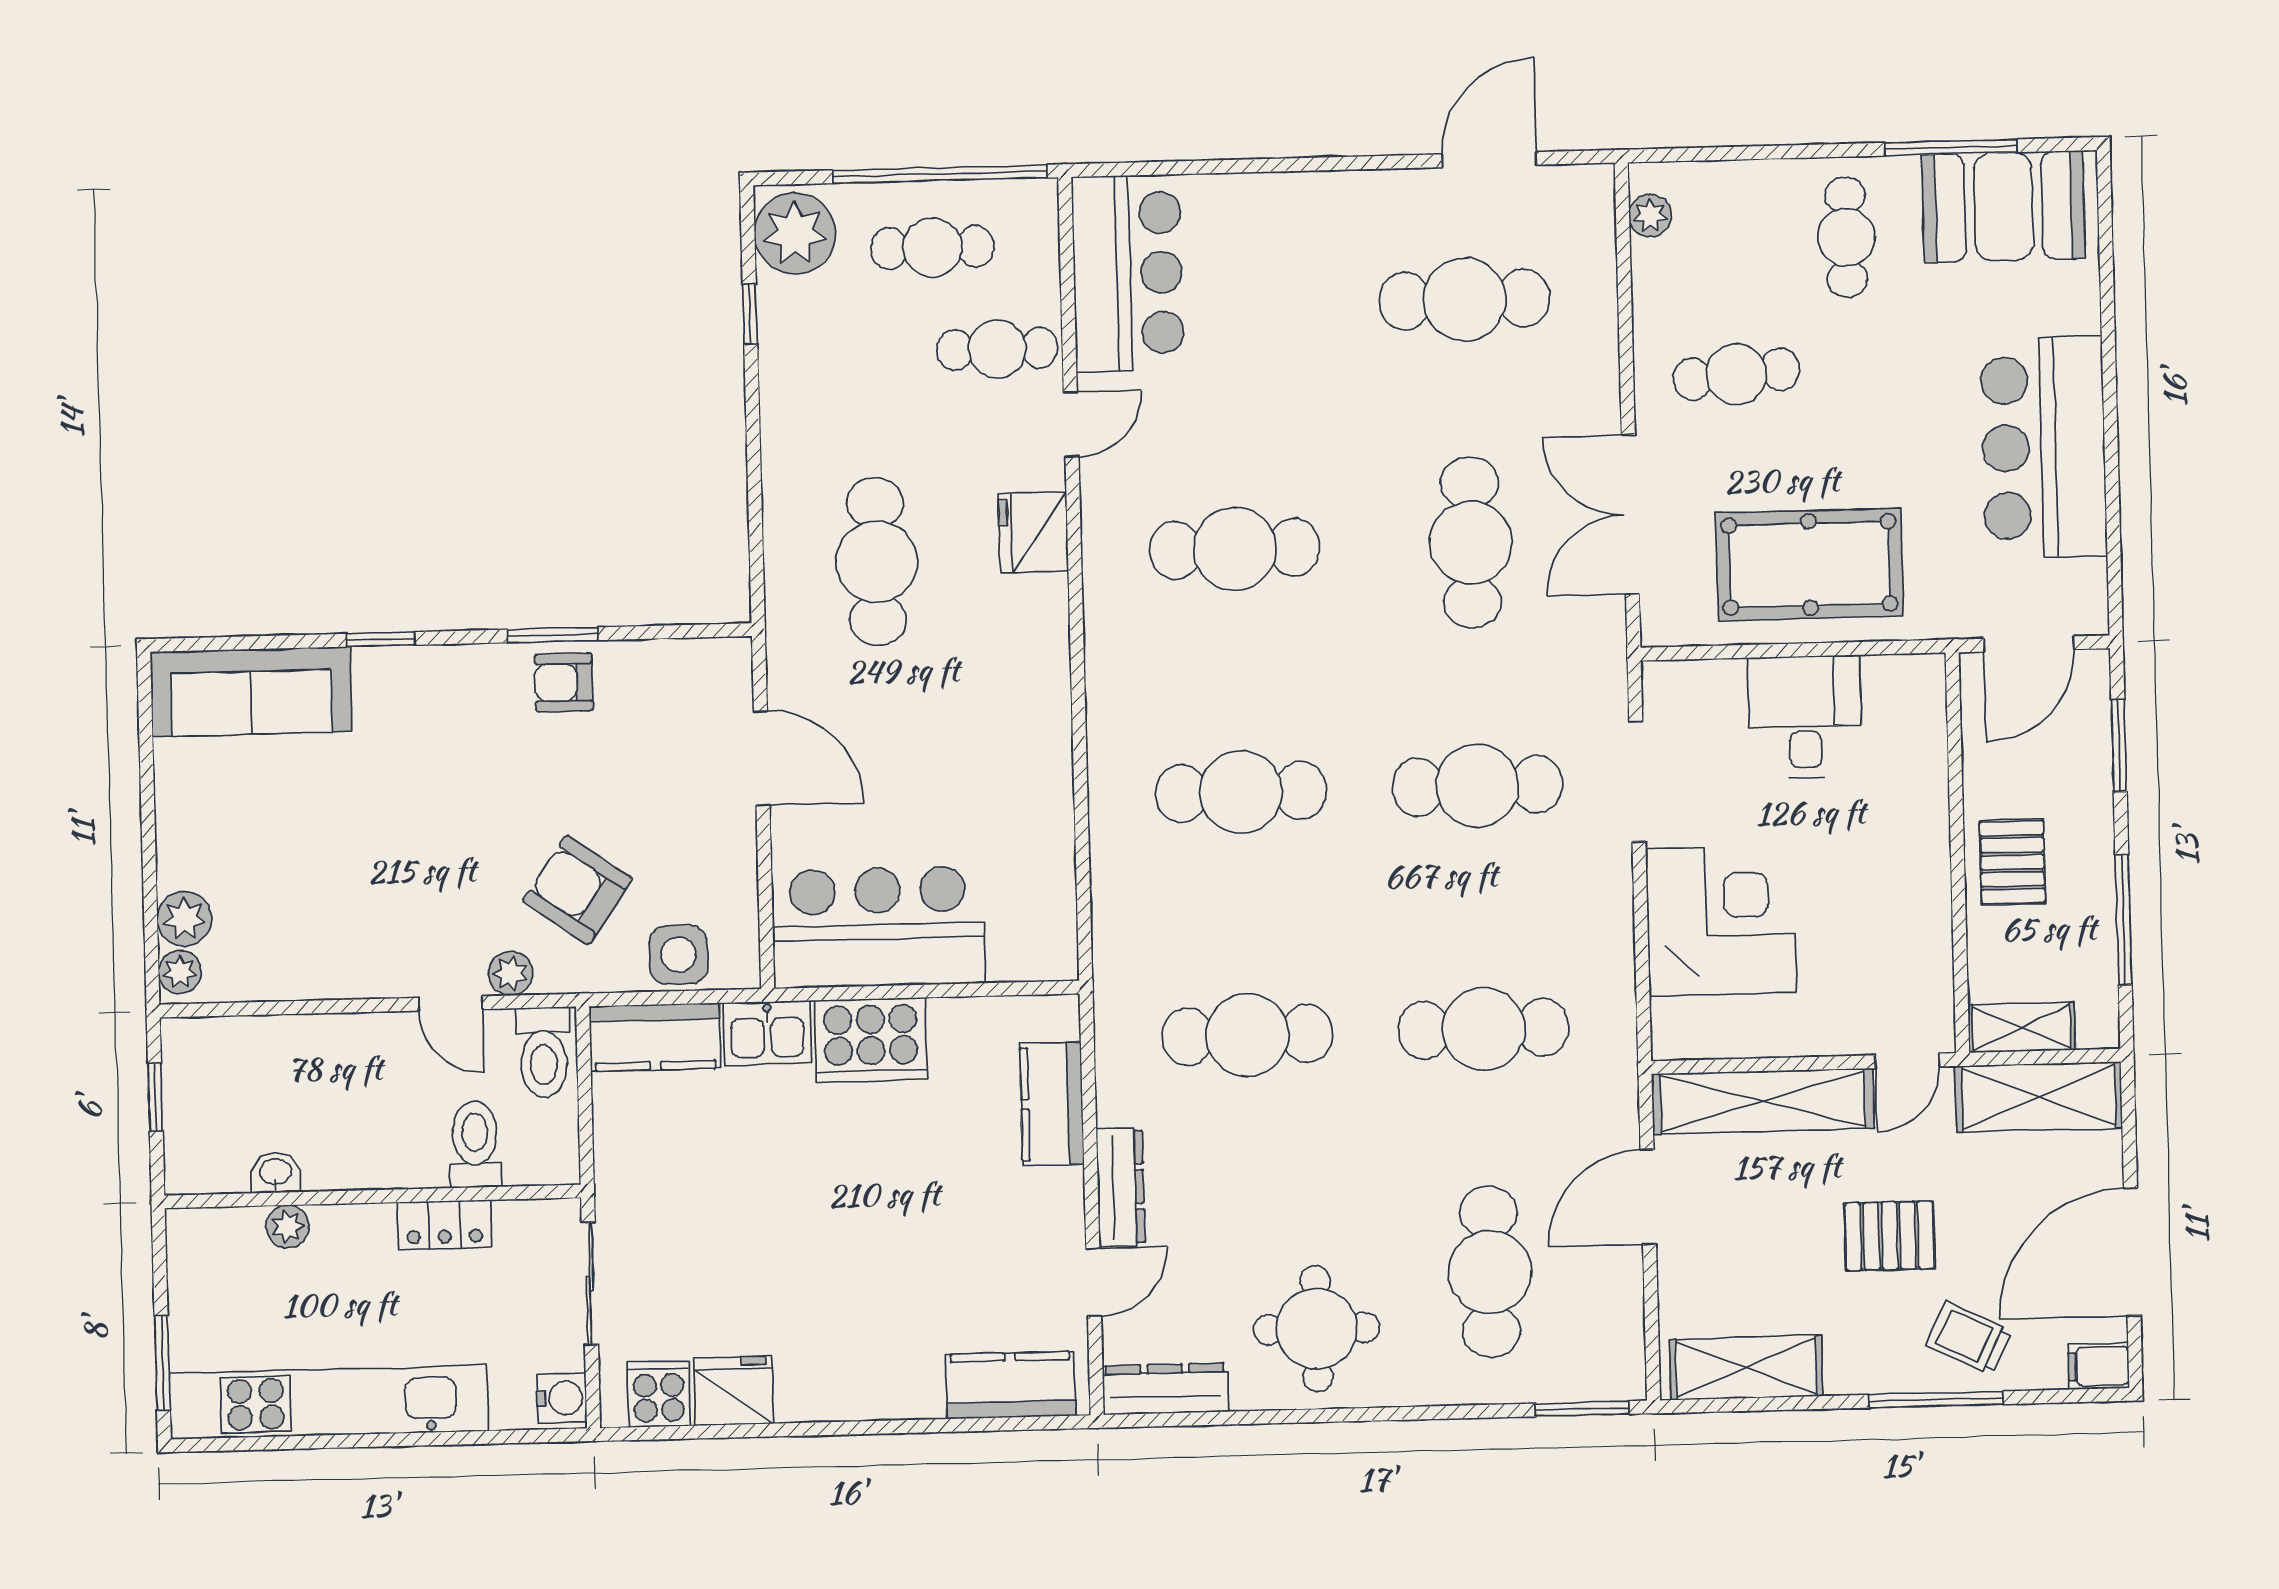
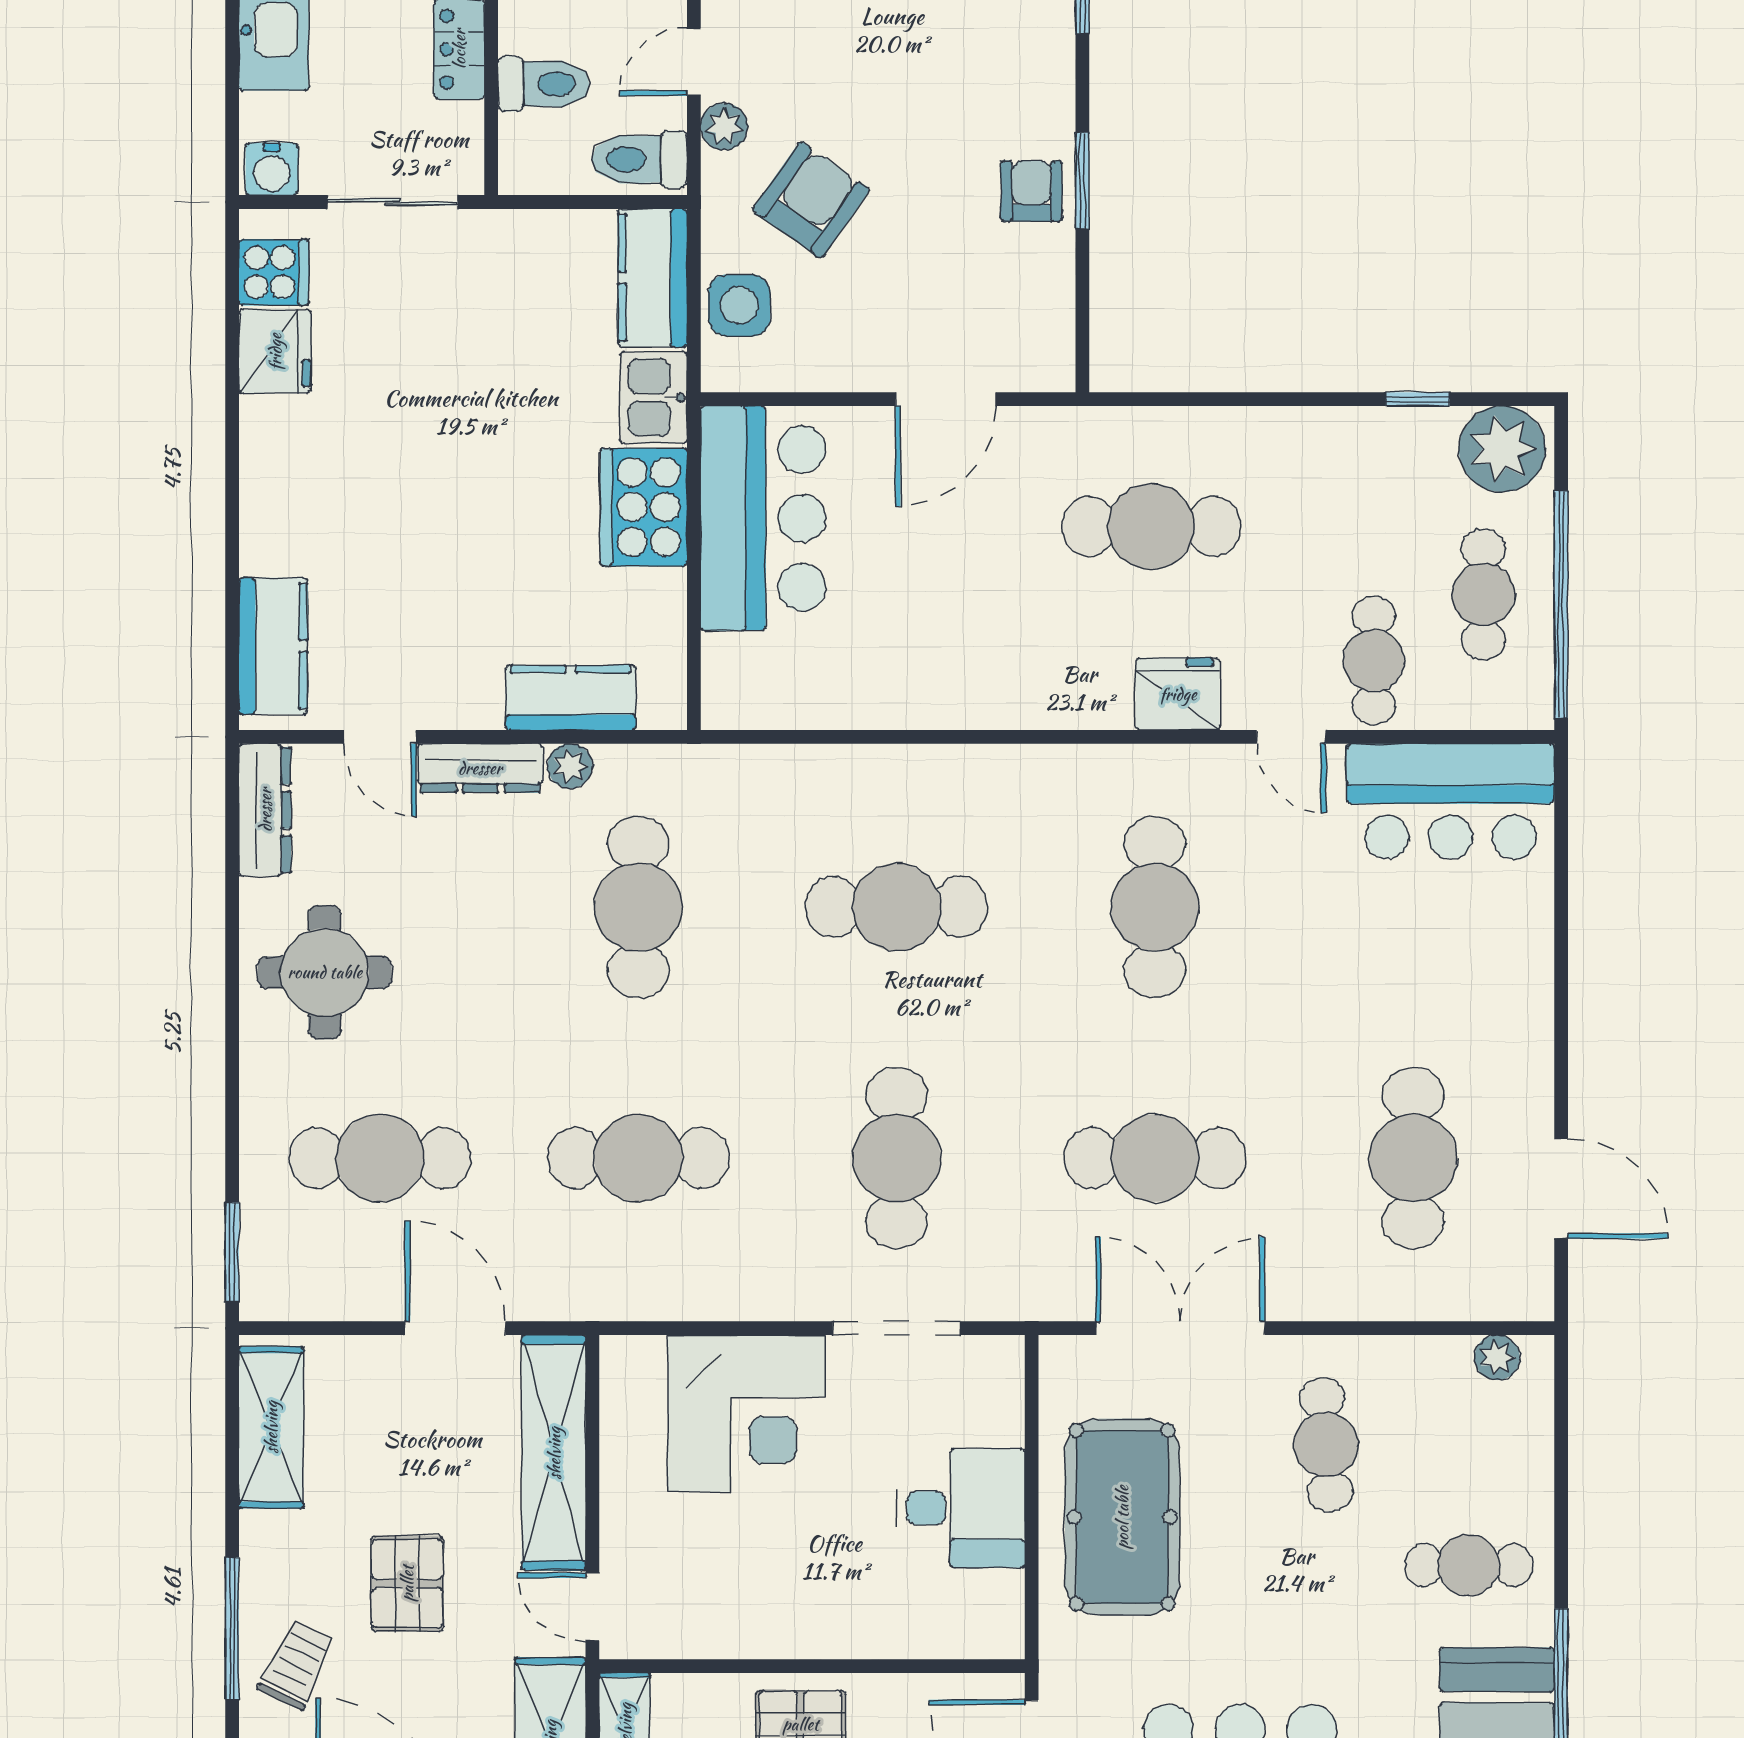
cafe table: (1241, 792) -> (897, 907), turned 90
cafe table: (1484, 1029) -> (638, 1158), turned 90
plant: (1116, 1103) -> (570, 766), added

